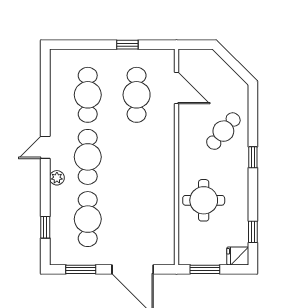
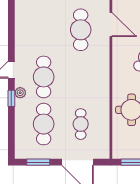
cafe table: (88, 95) -> (81, 124), moved, width x0.73, depth x0.74
window: (45, 227) -> (11, 98), moved

